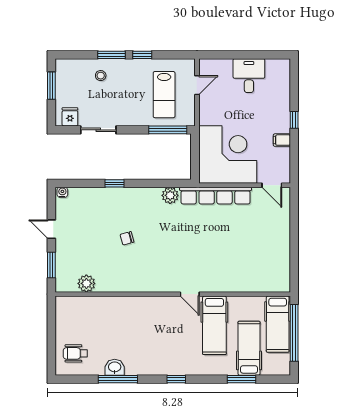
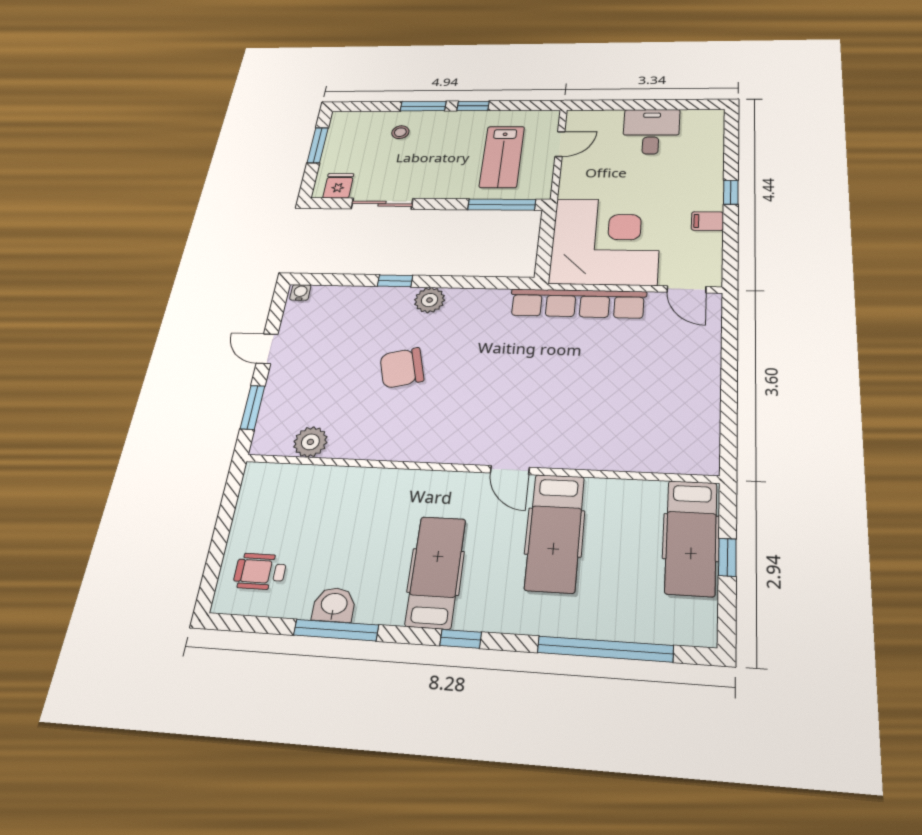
plant: (170, 195) -> (430, 300), moved
chair: (127, 238) -> (402, 368), width x1.87, depth x1.87
window: (294, 333) -> (727, 557), width x0.32
hospital bed: (249, 348) -> (436, 572), moved
window: (241, 379) -> (605, 649), width x2.11

